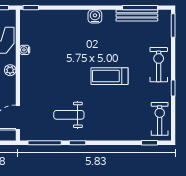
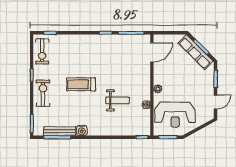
water cooler: (95, 16) -> (82, 130), moved
exercise bike: (159, 65) -> (43, 93), turned 180
treadmill: (109, 76) -> (81, 84), turned 180
weight bench: (69, 115) -> (117, 100), moved

